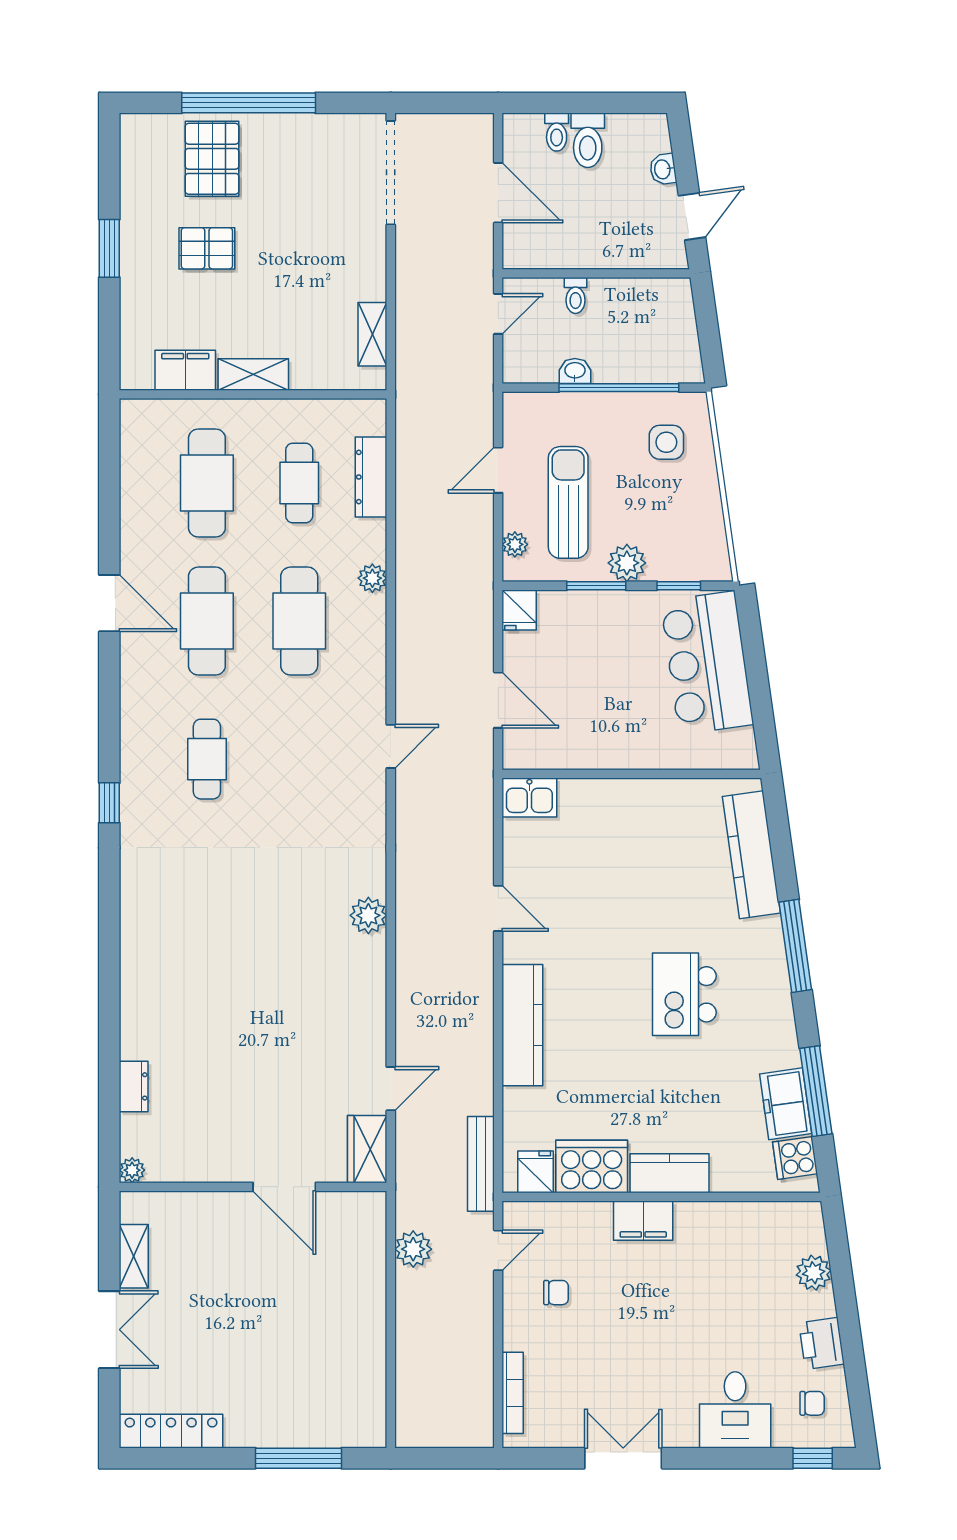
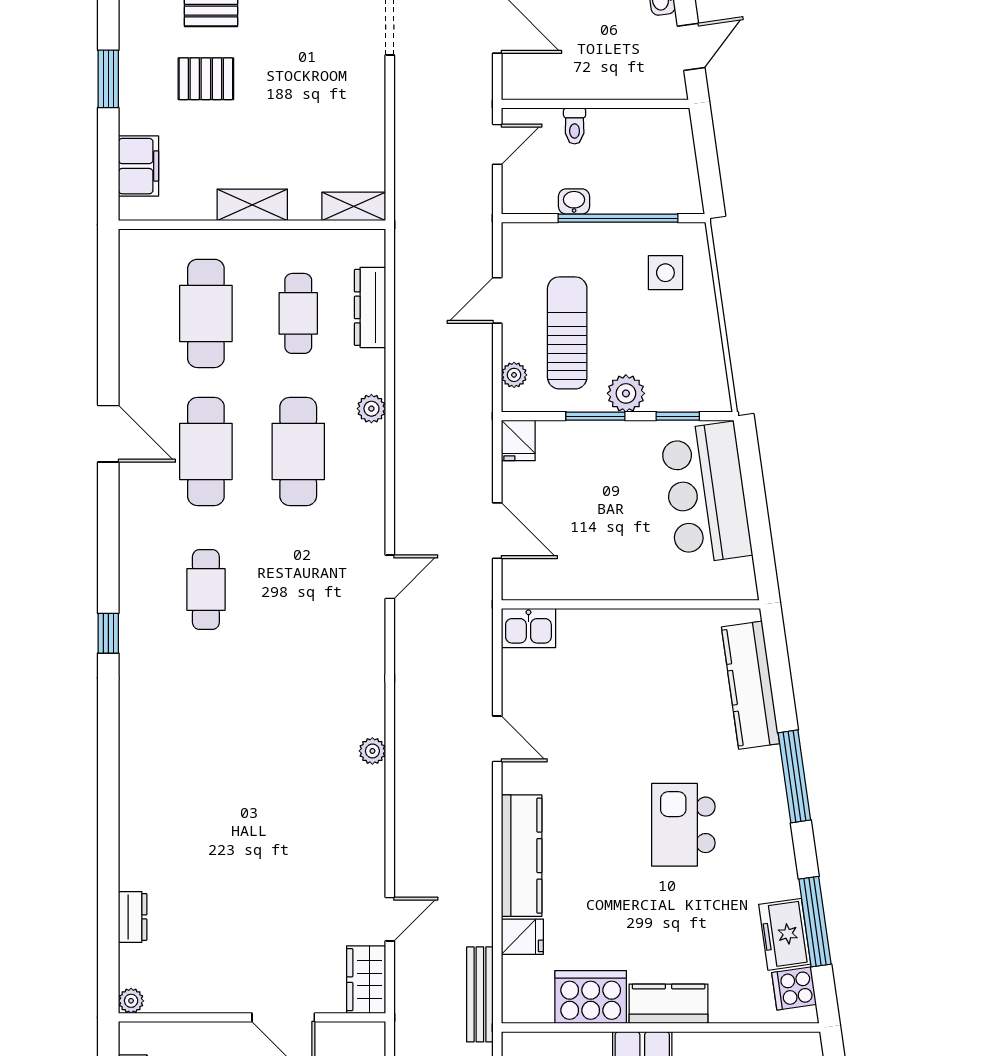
shelving: (372, 334) -> (354, 206), moved, turned 90
filing cabinet: (185, 370) -> (138, 166), moved, turned 90
plant: (368, 915) -> (372, 751), width x0.73, depth x0.73
fridge: (535, 1172) -> (522, 937), moved, turned 90

